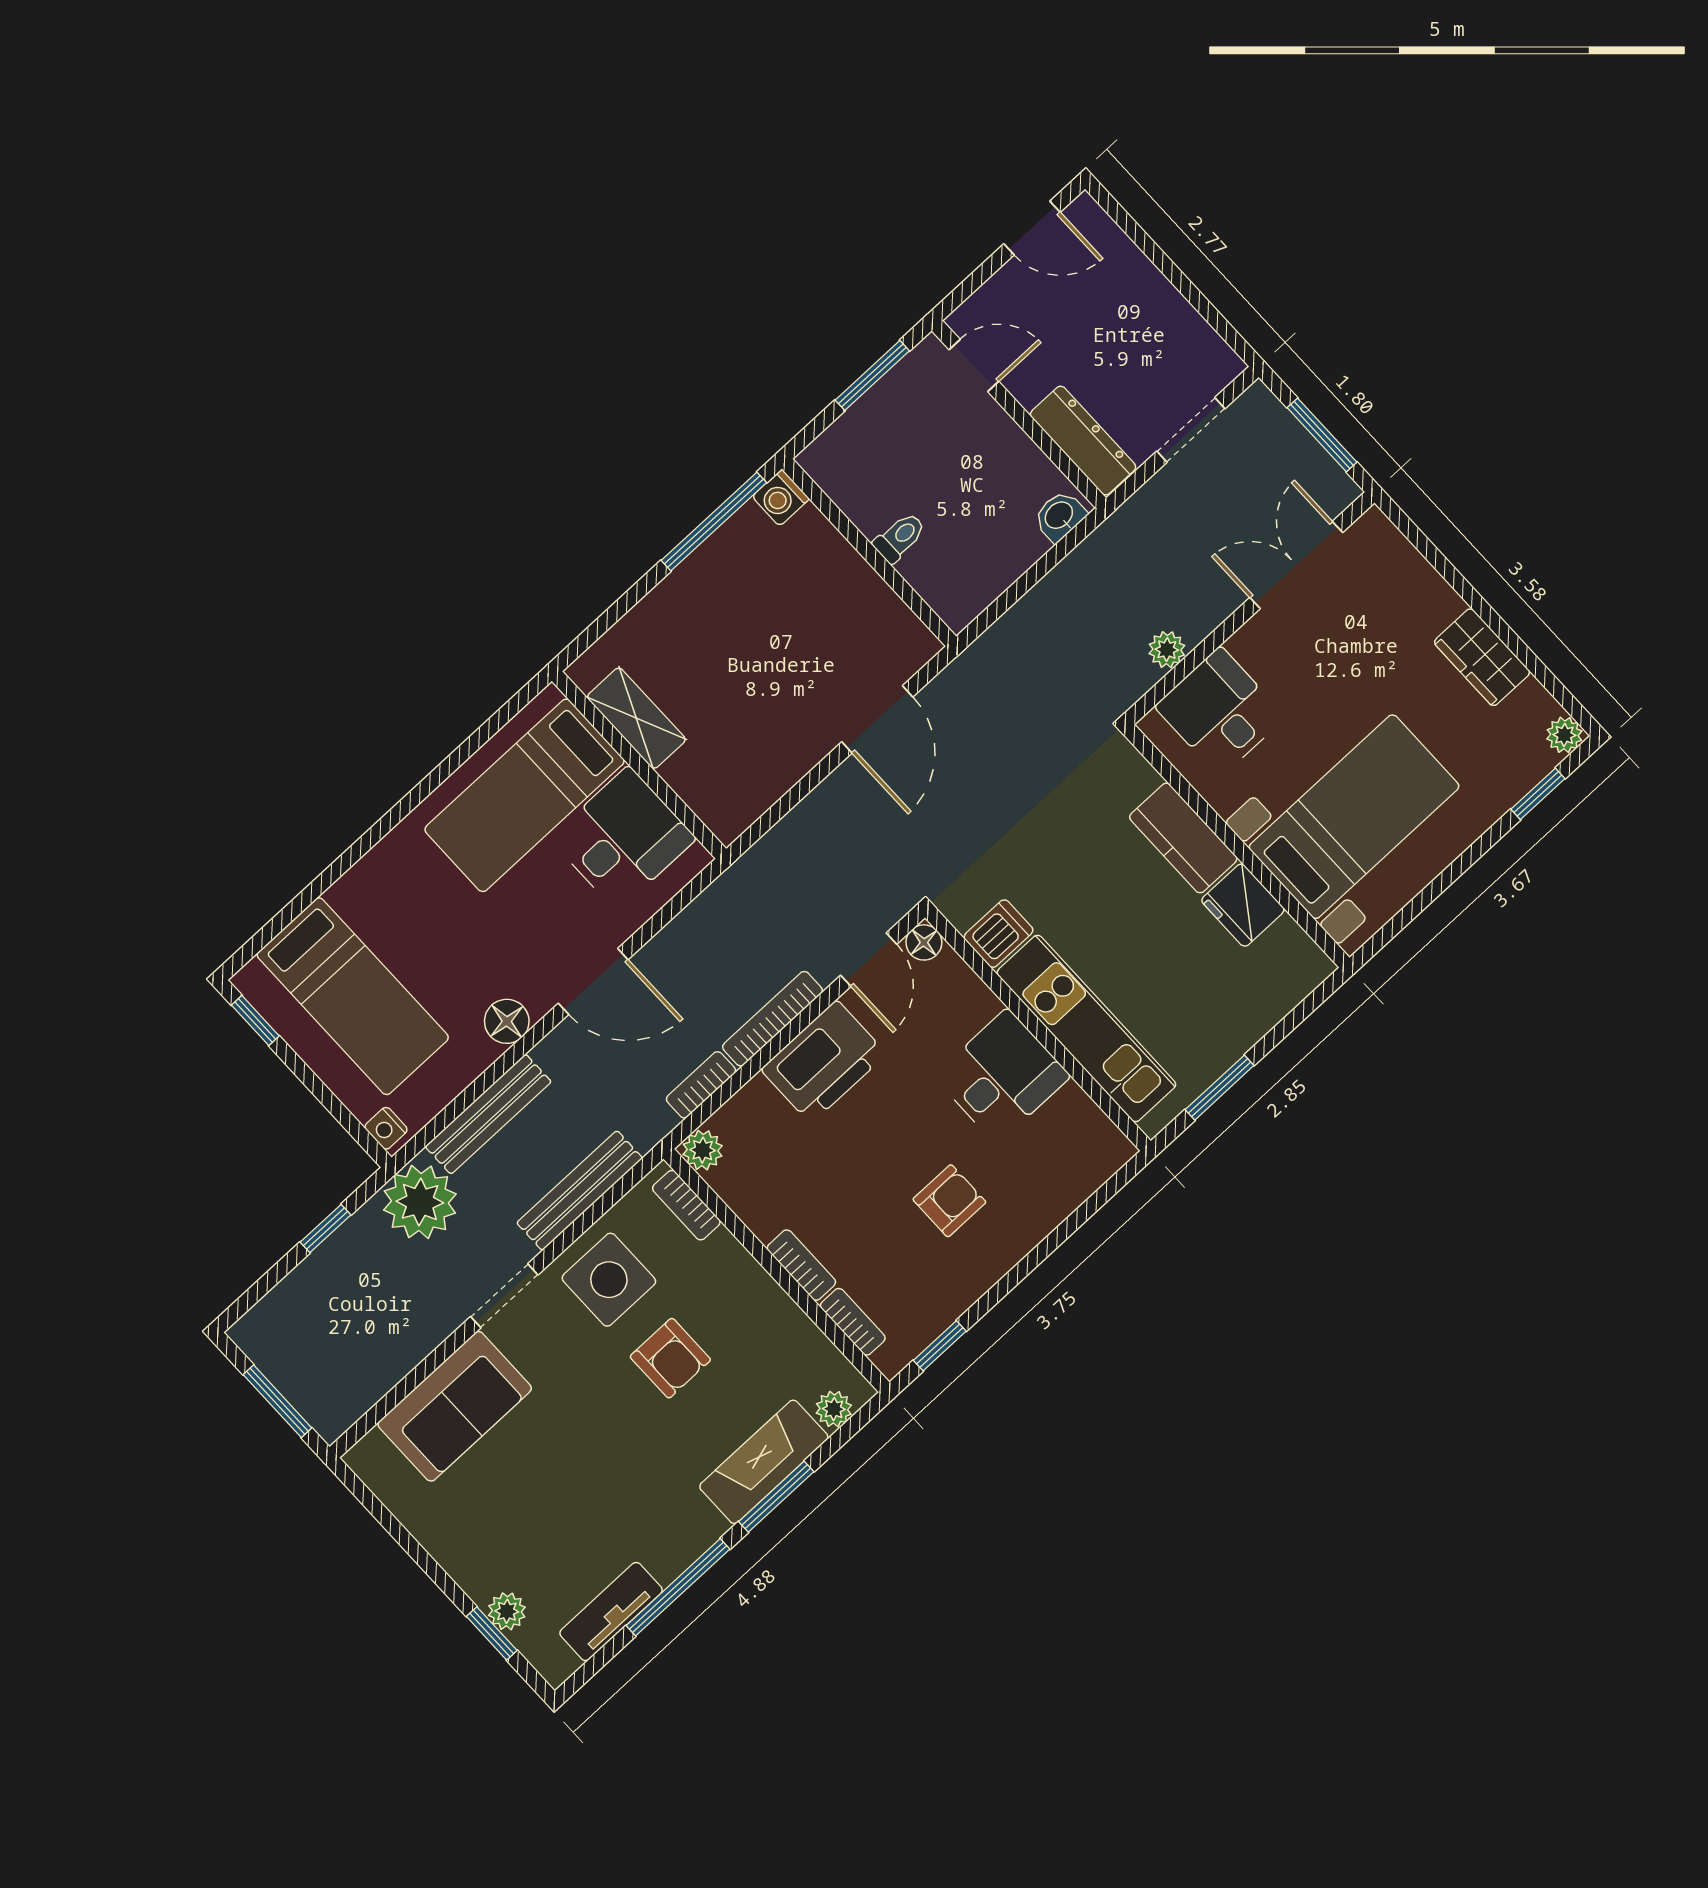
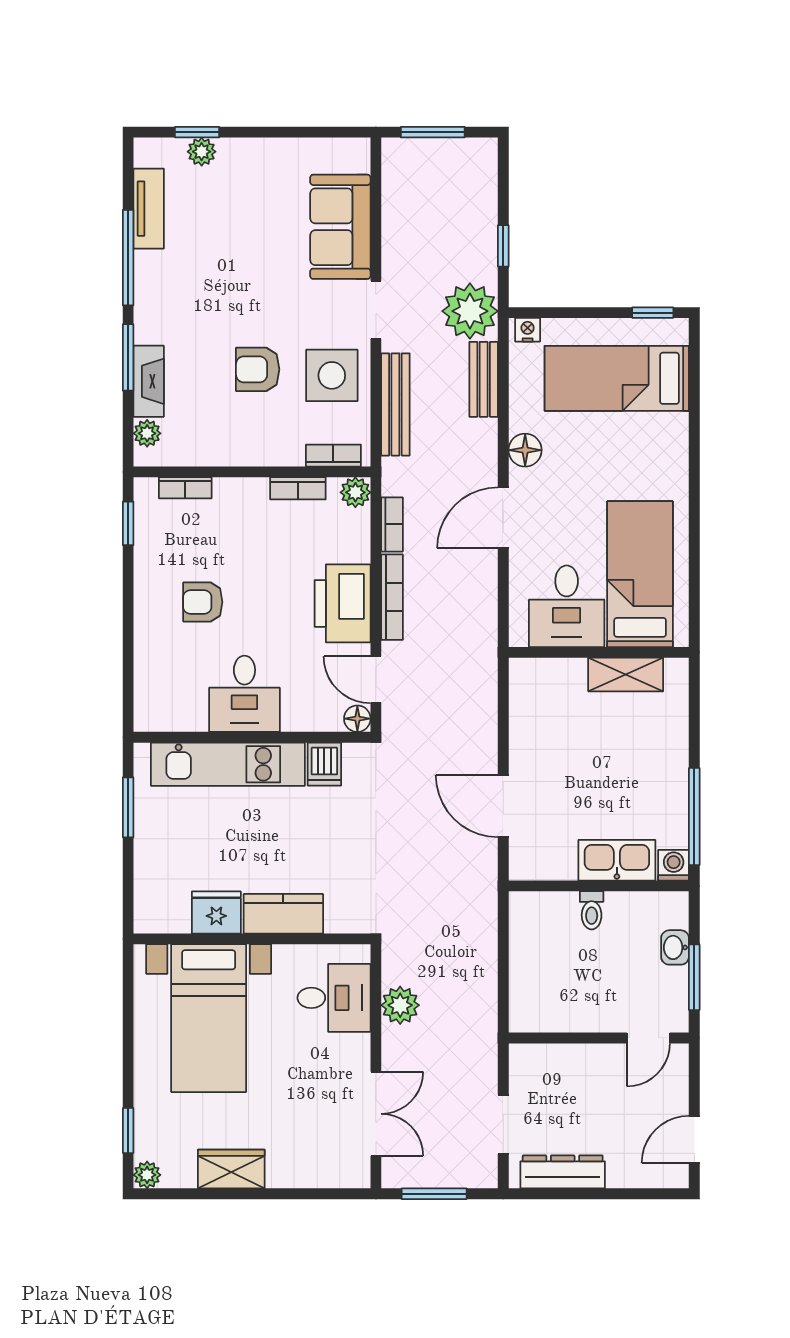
dresser: (1083, 441) -> (563, 1172), moved, turned 180
washbasin: (1060, 516) -> (675, 947), moved, turned 180
kitchen sink: (827, 558) -> (617, 860), added
plant: (1167, 650) -> (400, 1005), width x1.38, depth x1.38
bench: (488, 1114) -> (484, 379), width x0.73
armchair: (949, 1201) -> (203, 602), turned 90
bookcase: (801, 1265) -> (298, 488), moved
fireplace: (764, 1462) -> (149, 381), width x0.73, depth x0.76

